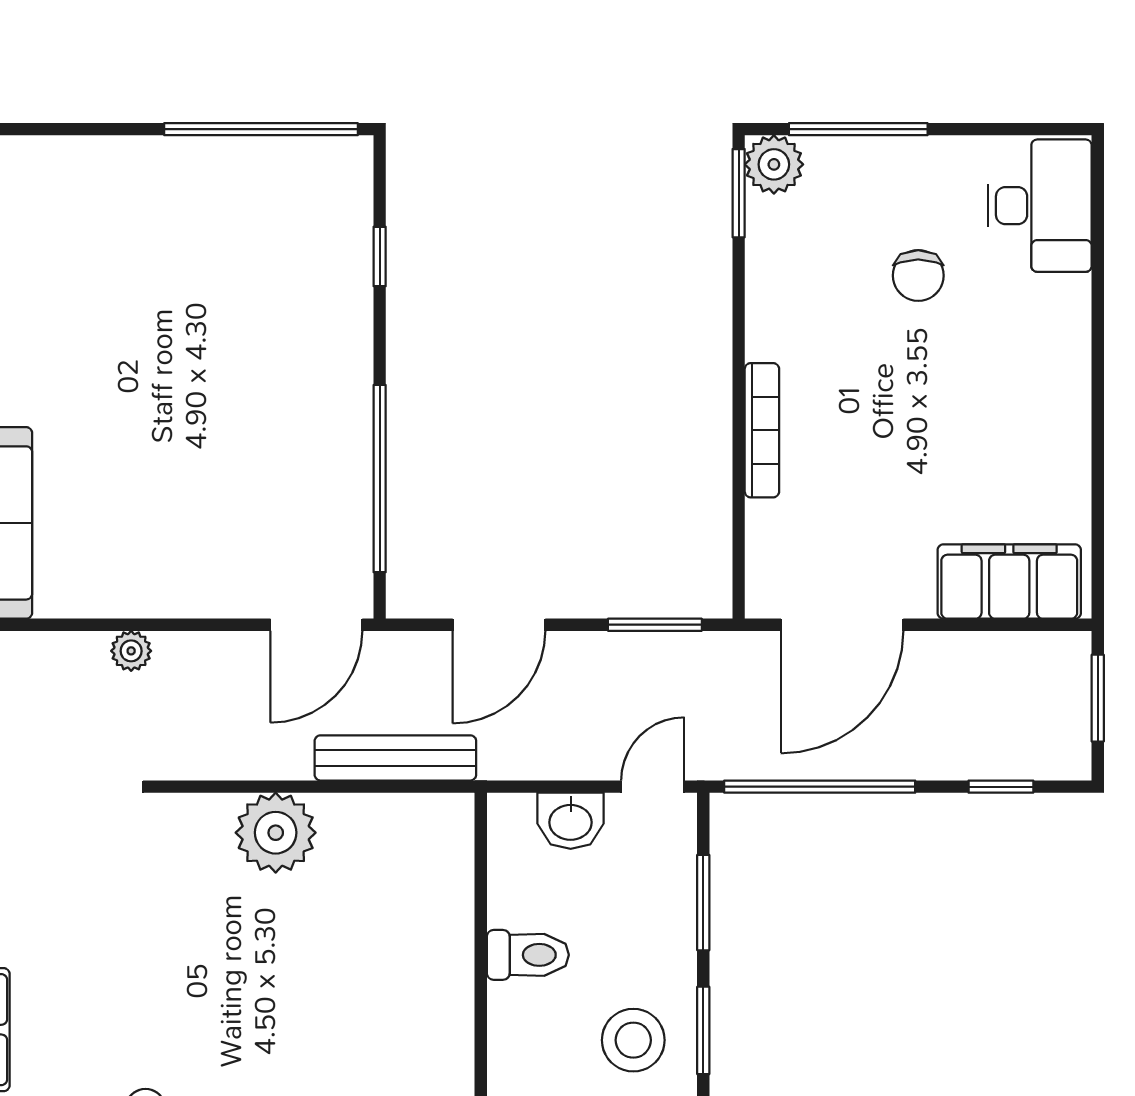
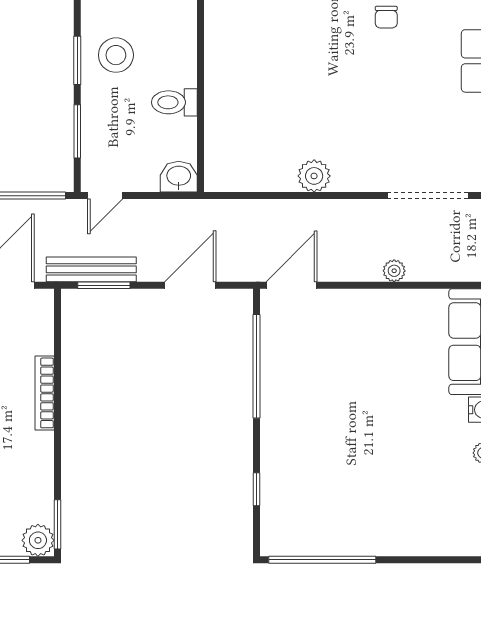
bench: (395, 758) -> (91, 269), moved
washbasin: (571, 821) -> (179, 177), moved
plant: (276, 833) -> (314, 176), width x0.73, depth x0.73

